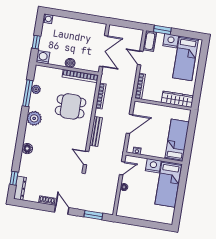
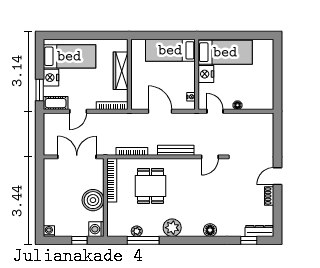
boiler: (70, 63) -> (93, 200), width x1.86, depth x1.86
wardrobe: (177, 99) -> (121, 71), moved
window: (93, 215) -> (278, 137), removed

